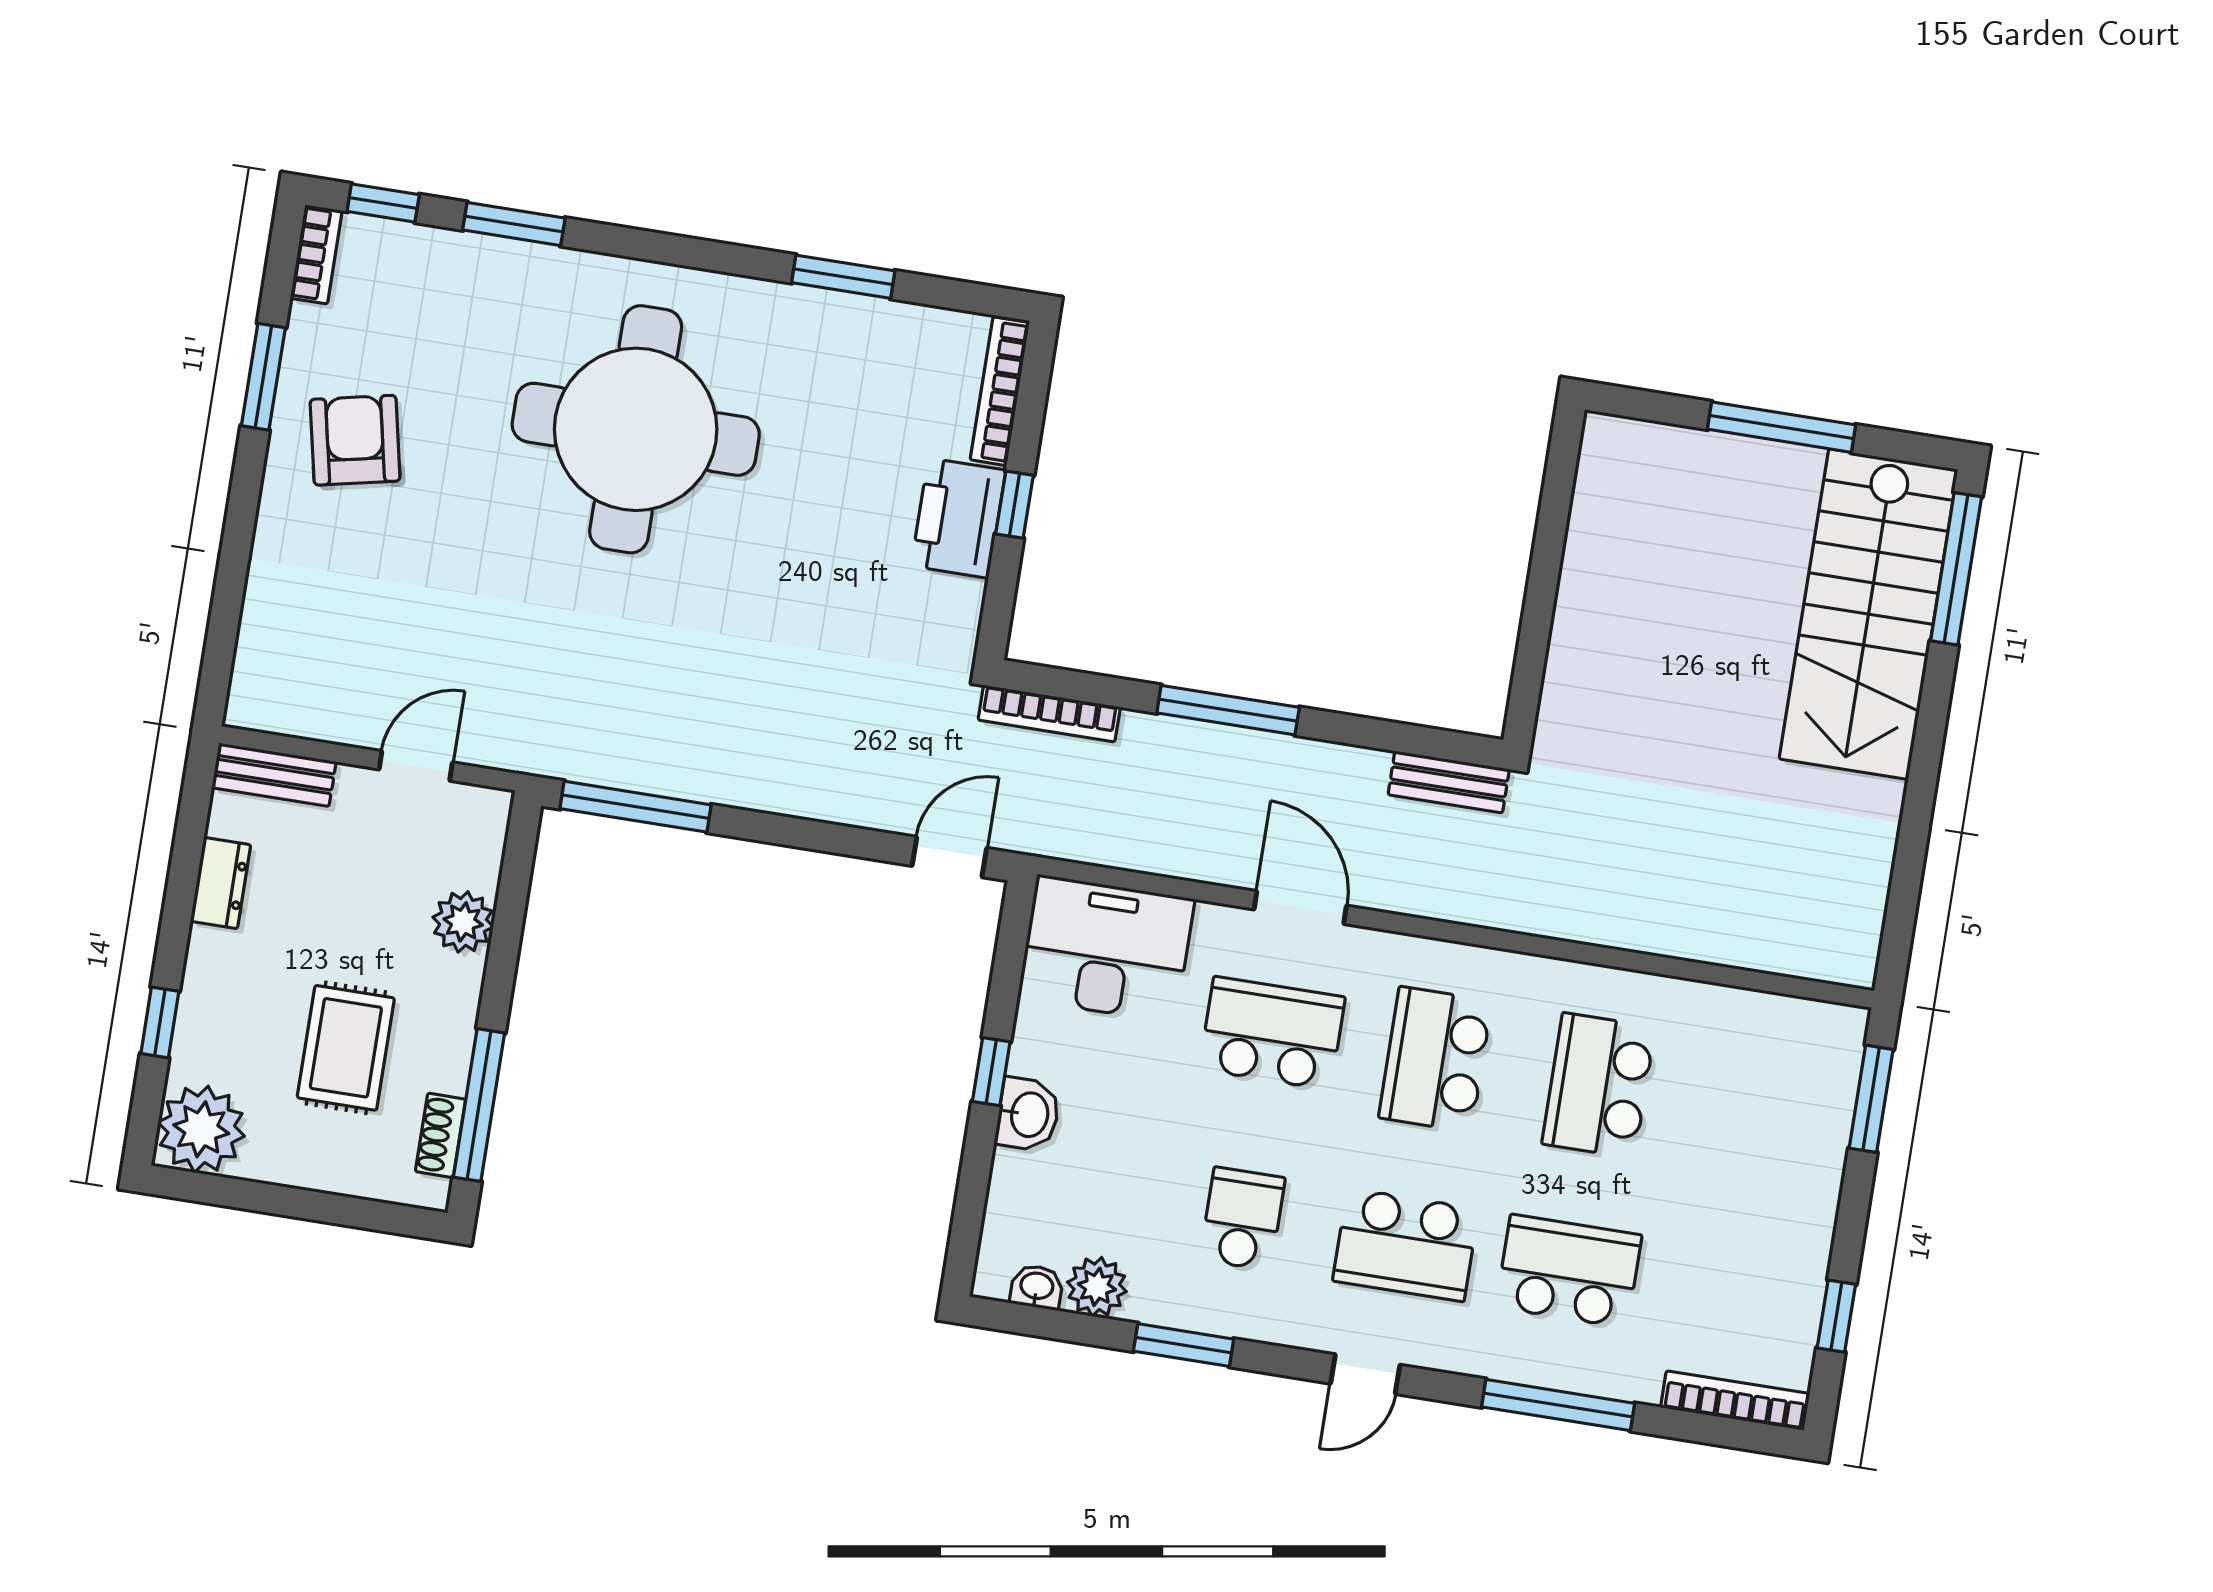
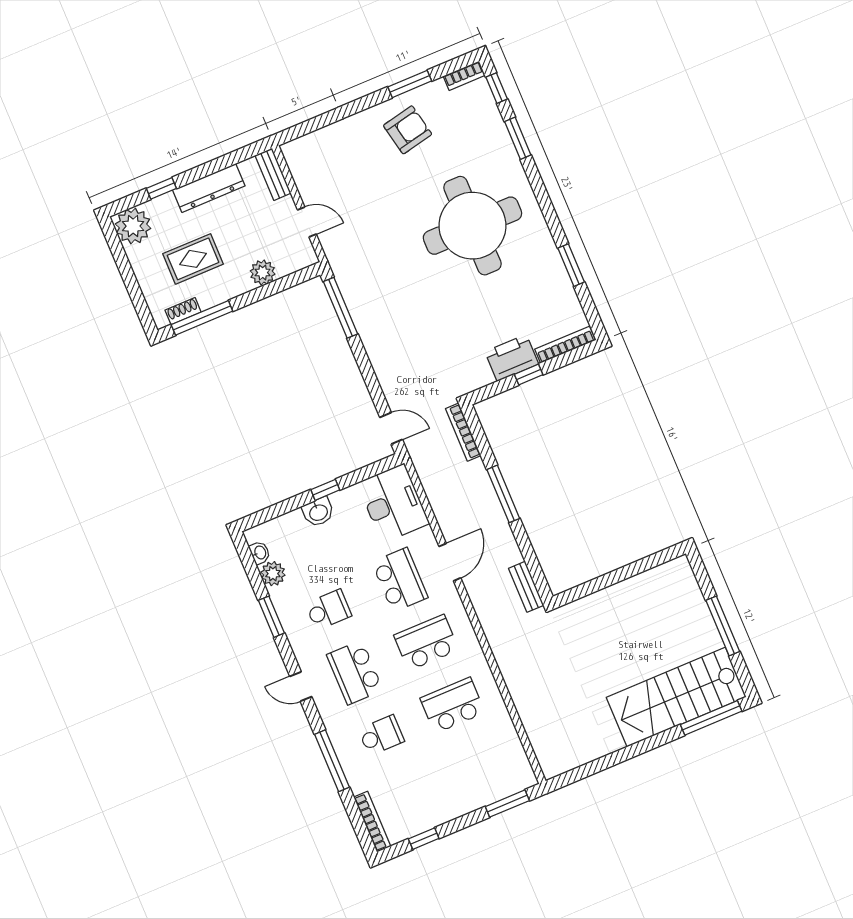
dresser: (221, 883) -> (209, 188), width x1.96, depth x1.24
school desk: (1569, 1271) -> (381, 735), width x0.54

